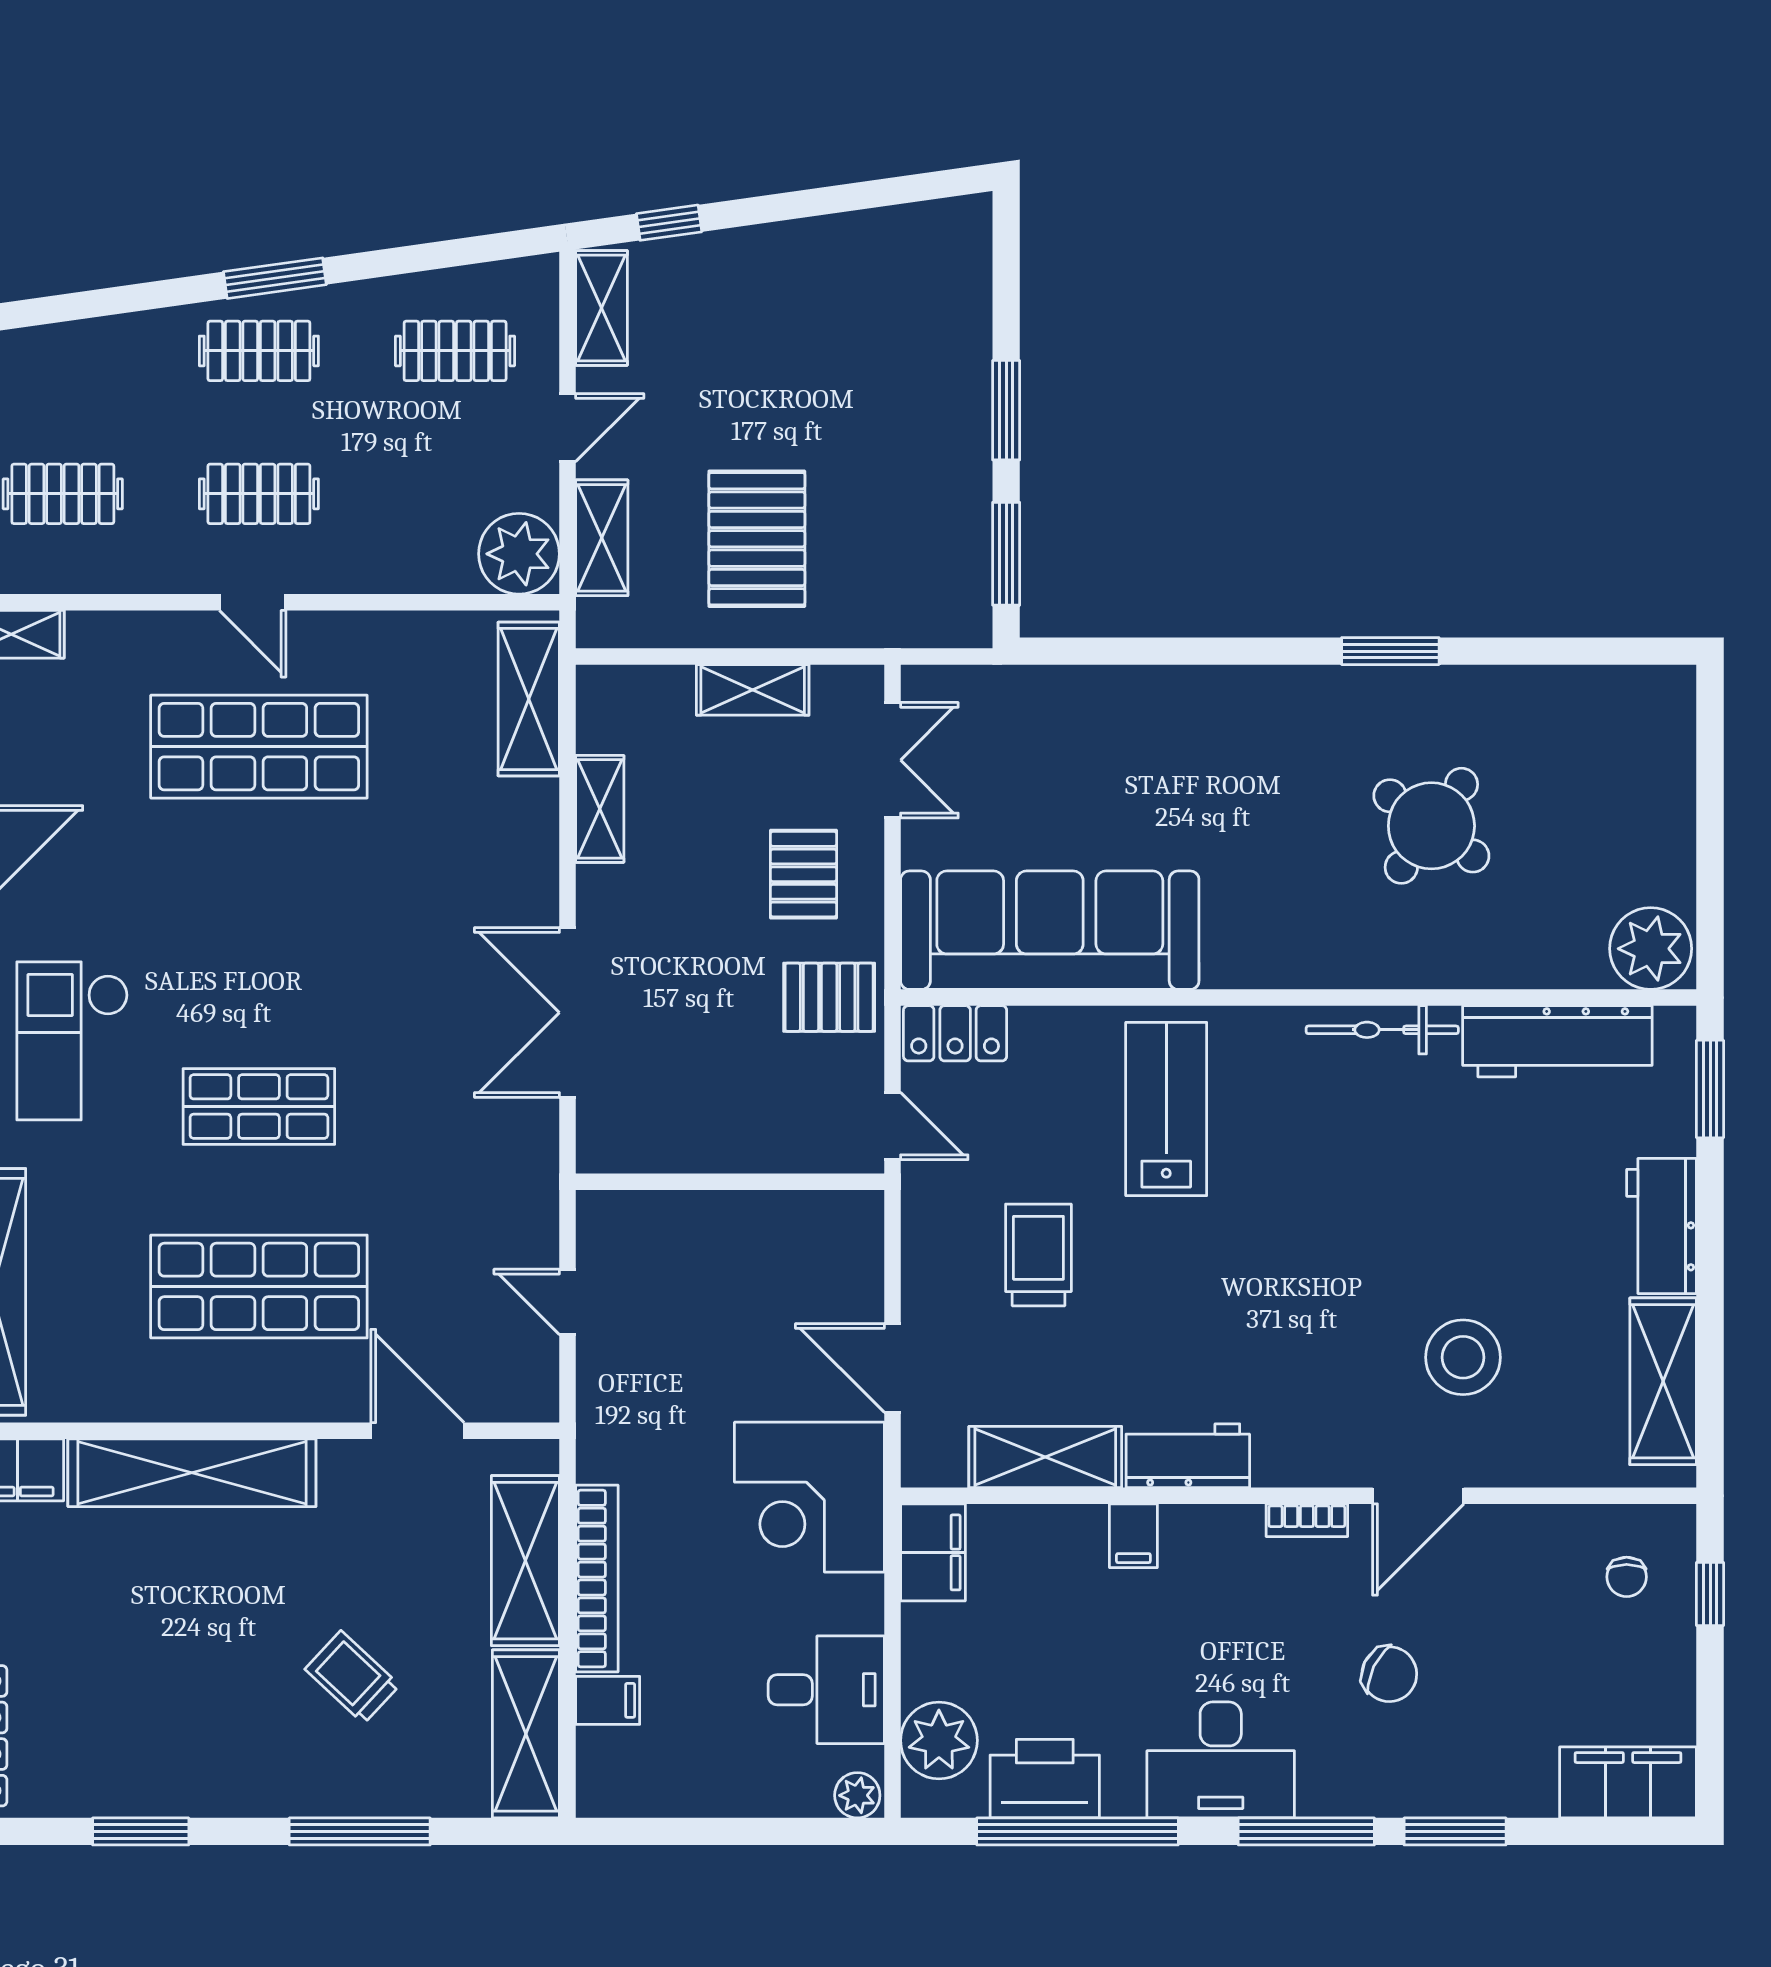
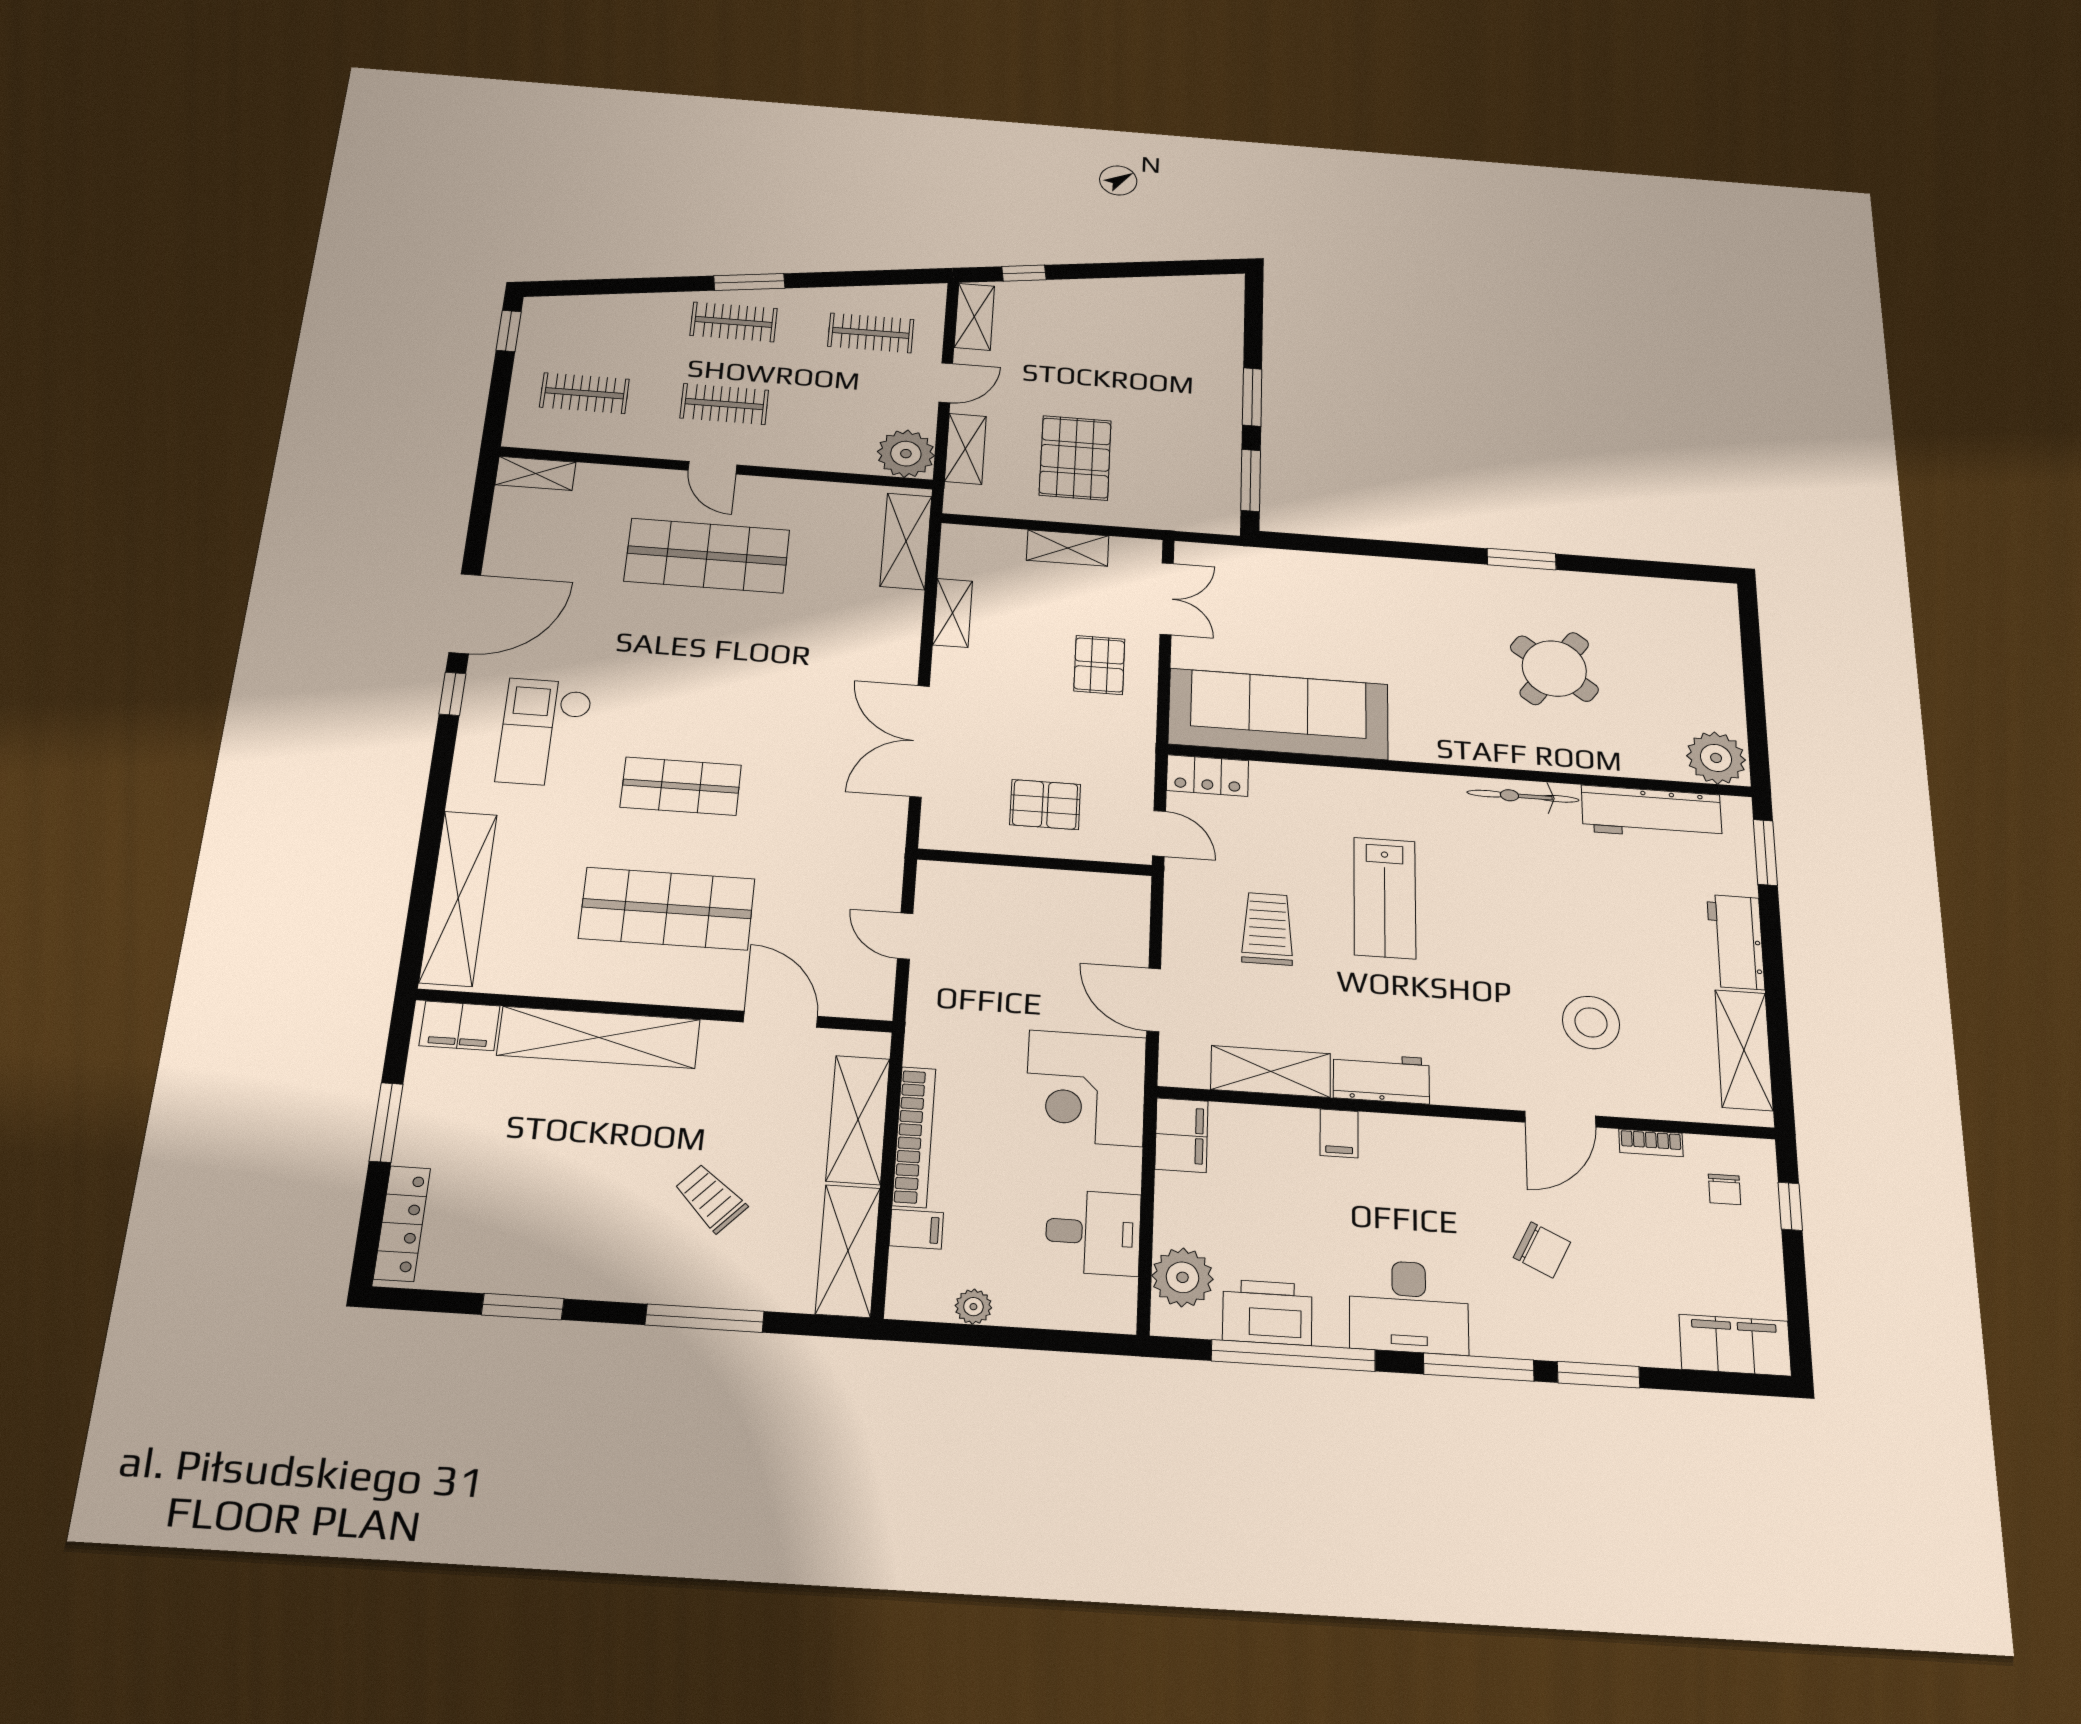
pallet: (829, 997) -> (1045, 805), moved
lab bench: (1166, 1109) -> (1385, 898), moved, turned 180
bookcase: (1307, 1520) -> (1651, 1143), moved
plant: (857, 1795) -> (973, 1307), moved

